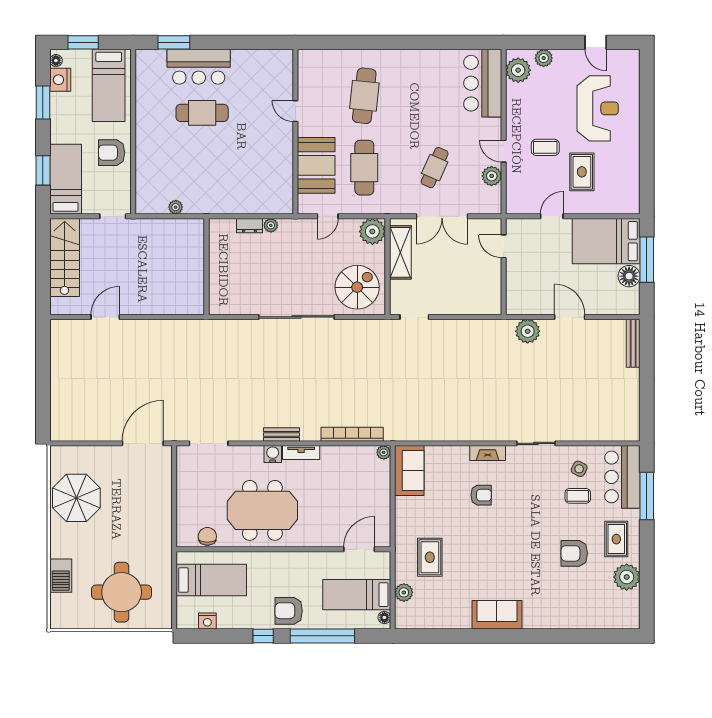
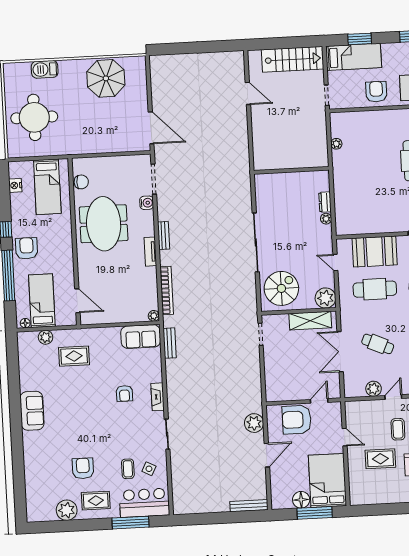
armchair: (526, 276) -> (297, 420), added
spiral stairs: (357, 287) -> (281, 288), turned -90
bench: (420, 434) -> (170, 343), added
water cooler: (273, 454) -> (147, 203), moved

